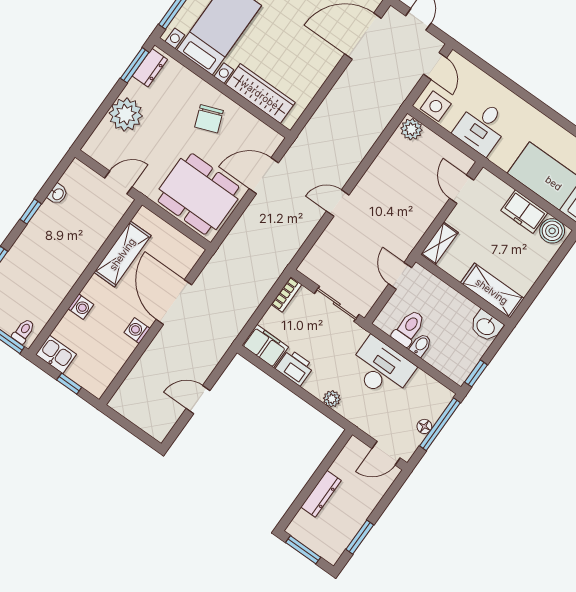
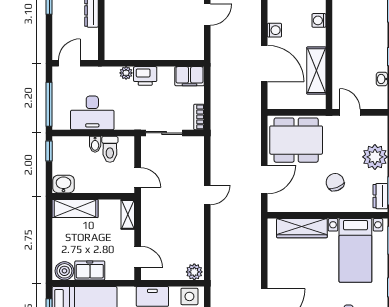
chair: (209, 119) -> (335, 182), moved
door: (118, 183) -> (350, 112), swing flipped
printer: (295, 367) -> (145, 76), moved
desk: (381, 369) -> (92, 113), moved
floor lamp: (424, 426) -> (58, 96), removed

